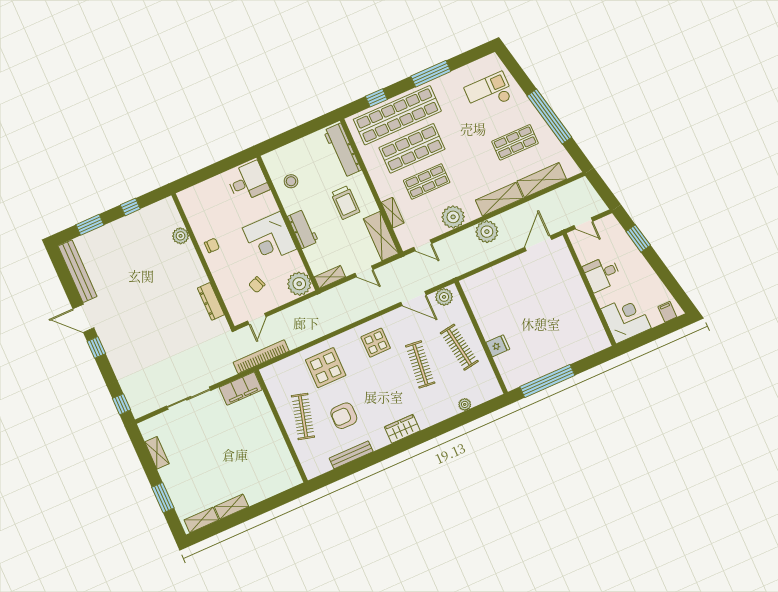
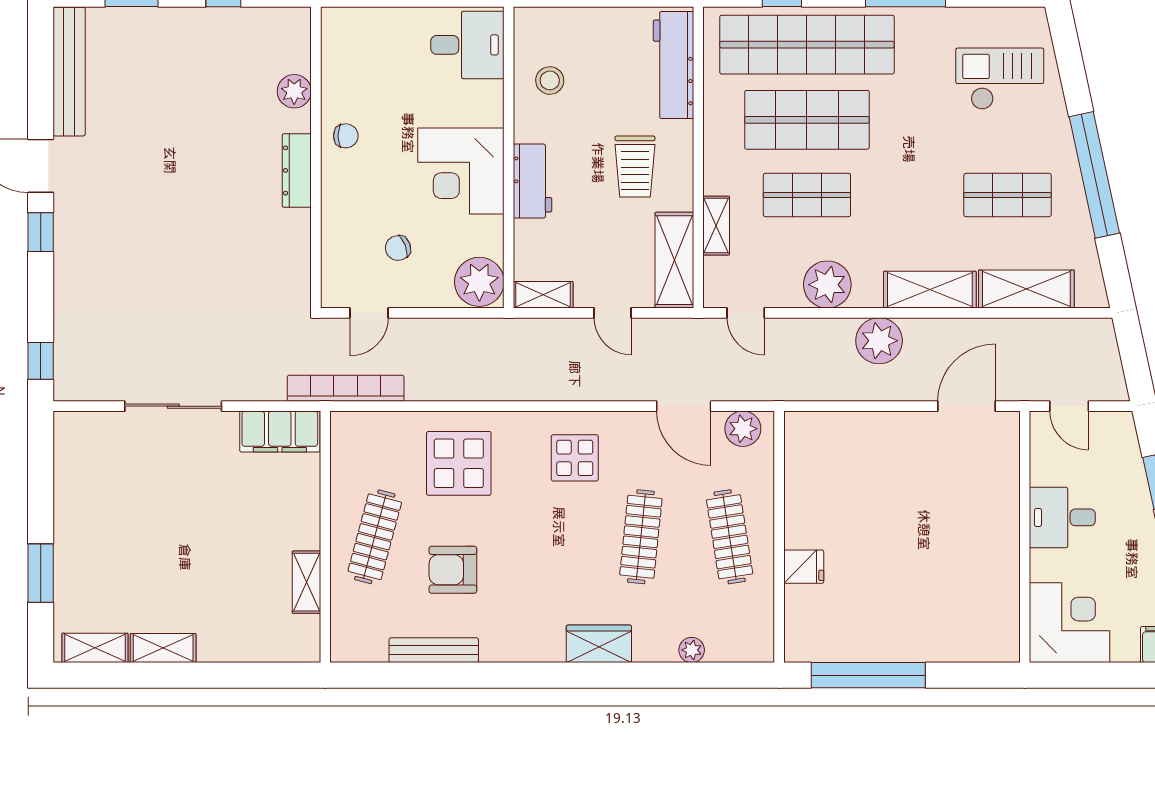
dresser: (211, 301) -> (297, 170), moved
wardrobe: (402, 429) -> (599, 644), moved
shelving: (157, 453) -> (306, 582), moved

